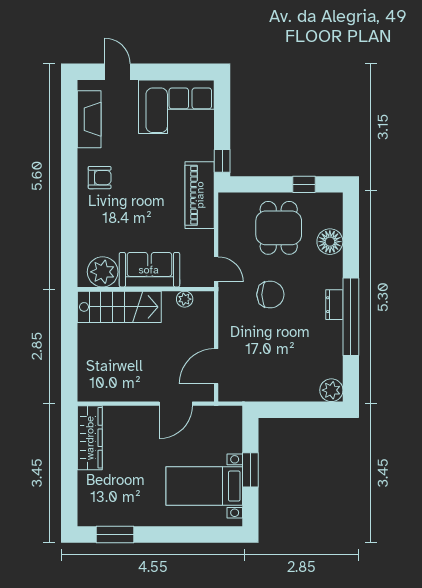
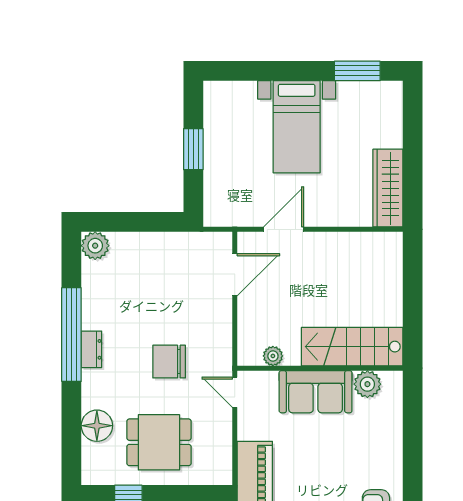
dining table: (279, 228) -> (159, 442), turned 90
plant: (103, 272) -> (367, 384), width x0.73, depth x0.73
bed with nightstands: (204, 486) -> (297, 127), moved, turned 90

